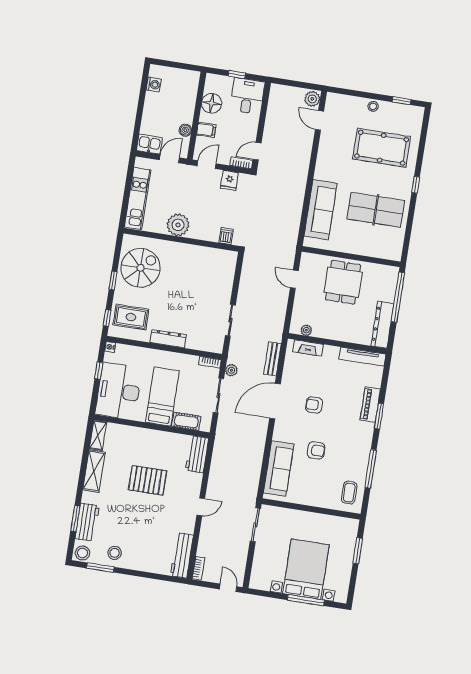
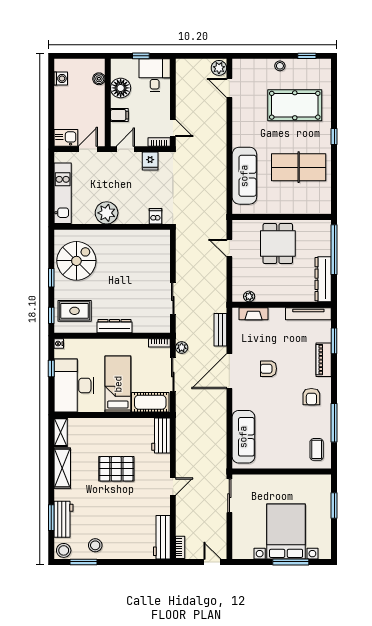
boiler: (185, 130) -> (99, 79), moved
door: (257, 151) -> (173, 128), swing flipped
window: (379, 416) -> (334, 341), moved
cot: (186, 421) -> (150, 402), width x1.37, depth x1.34
armchair: (316, 450) -> (311, 397), moved, turned 90

